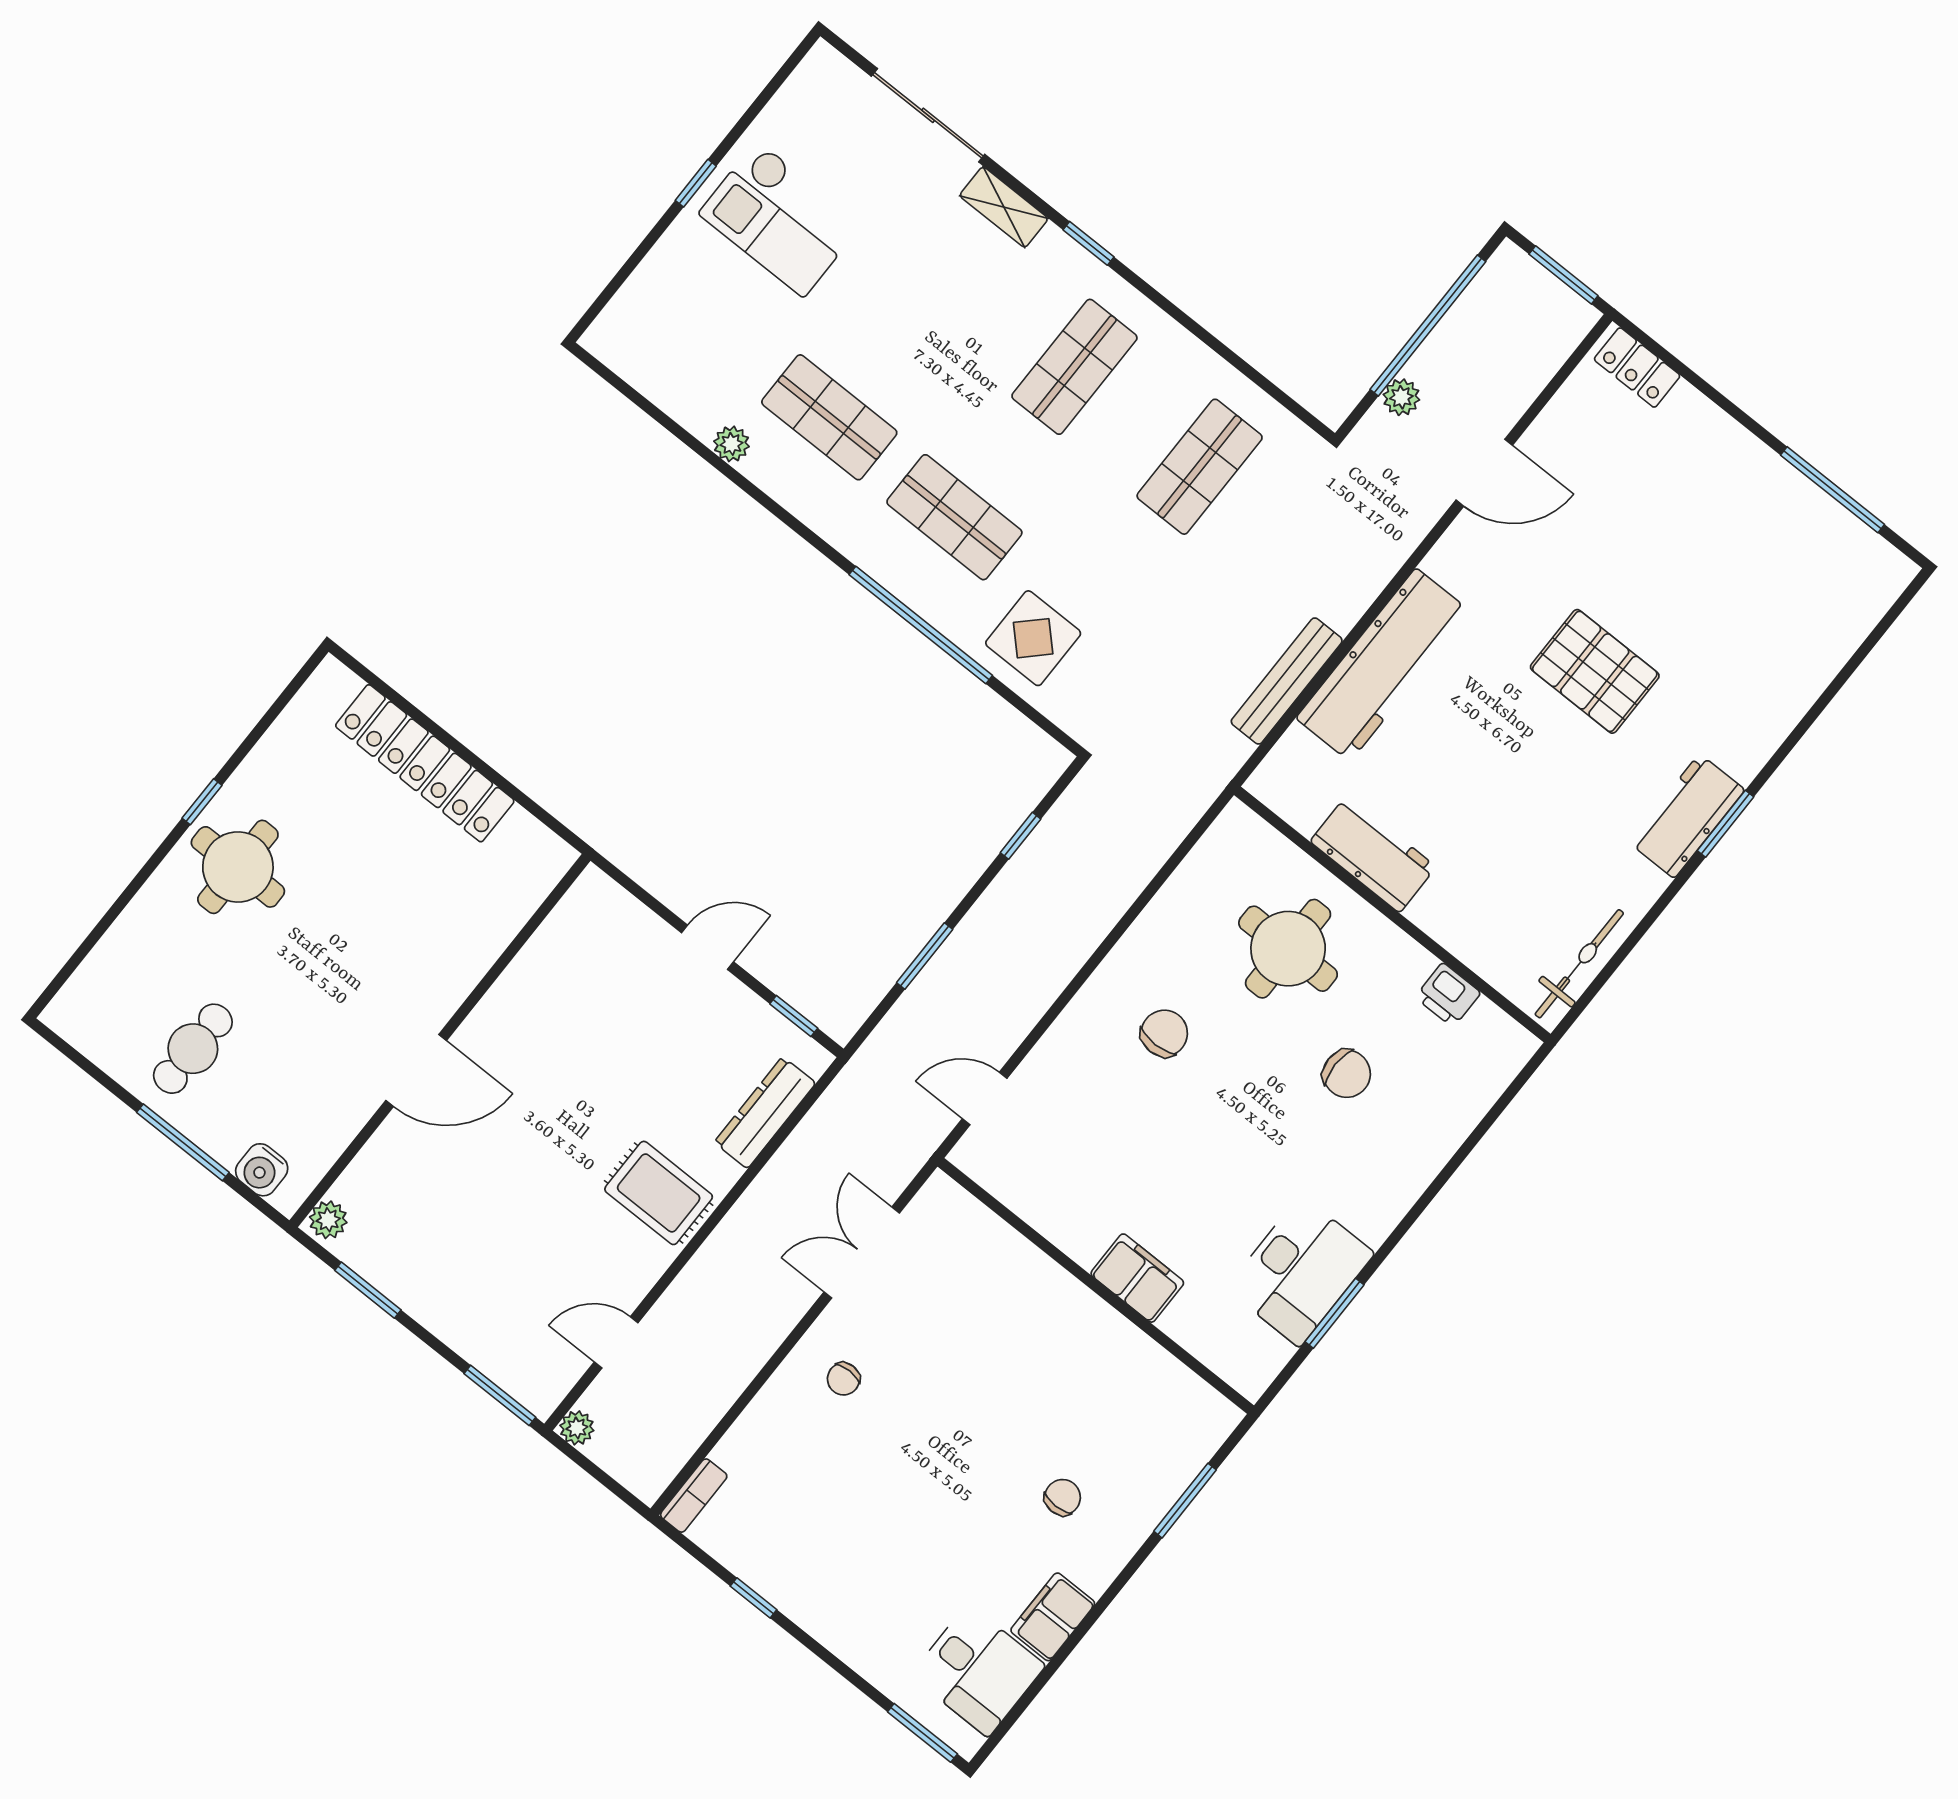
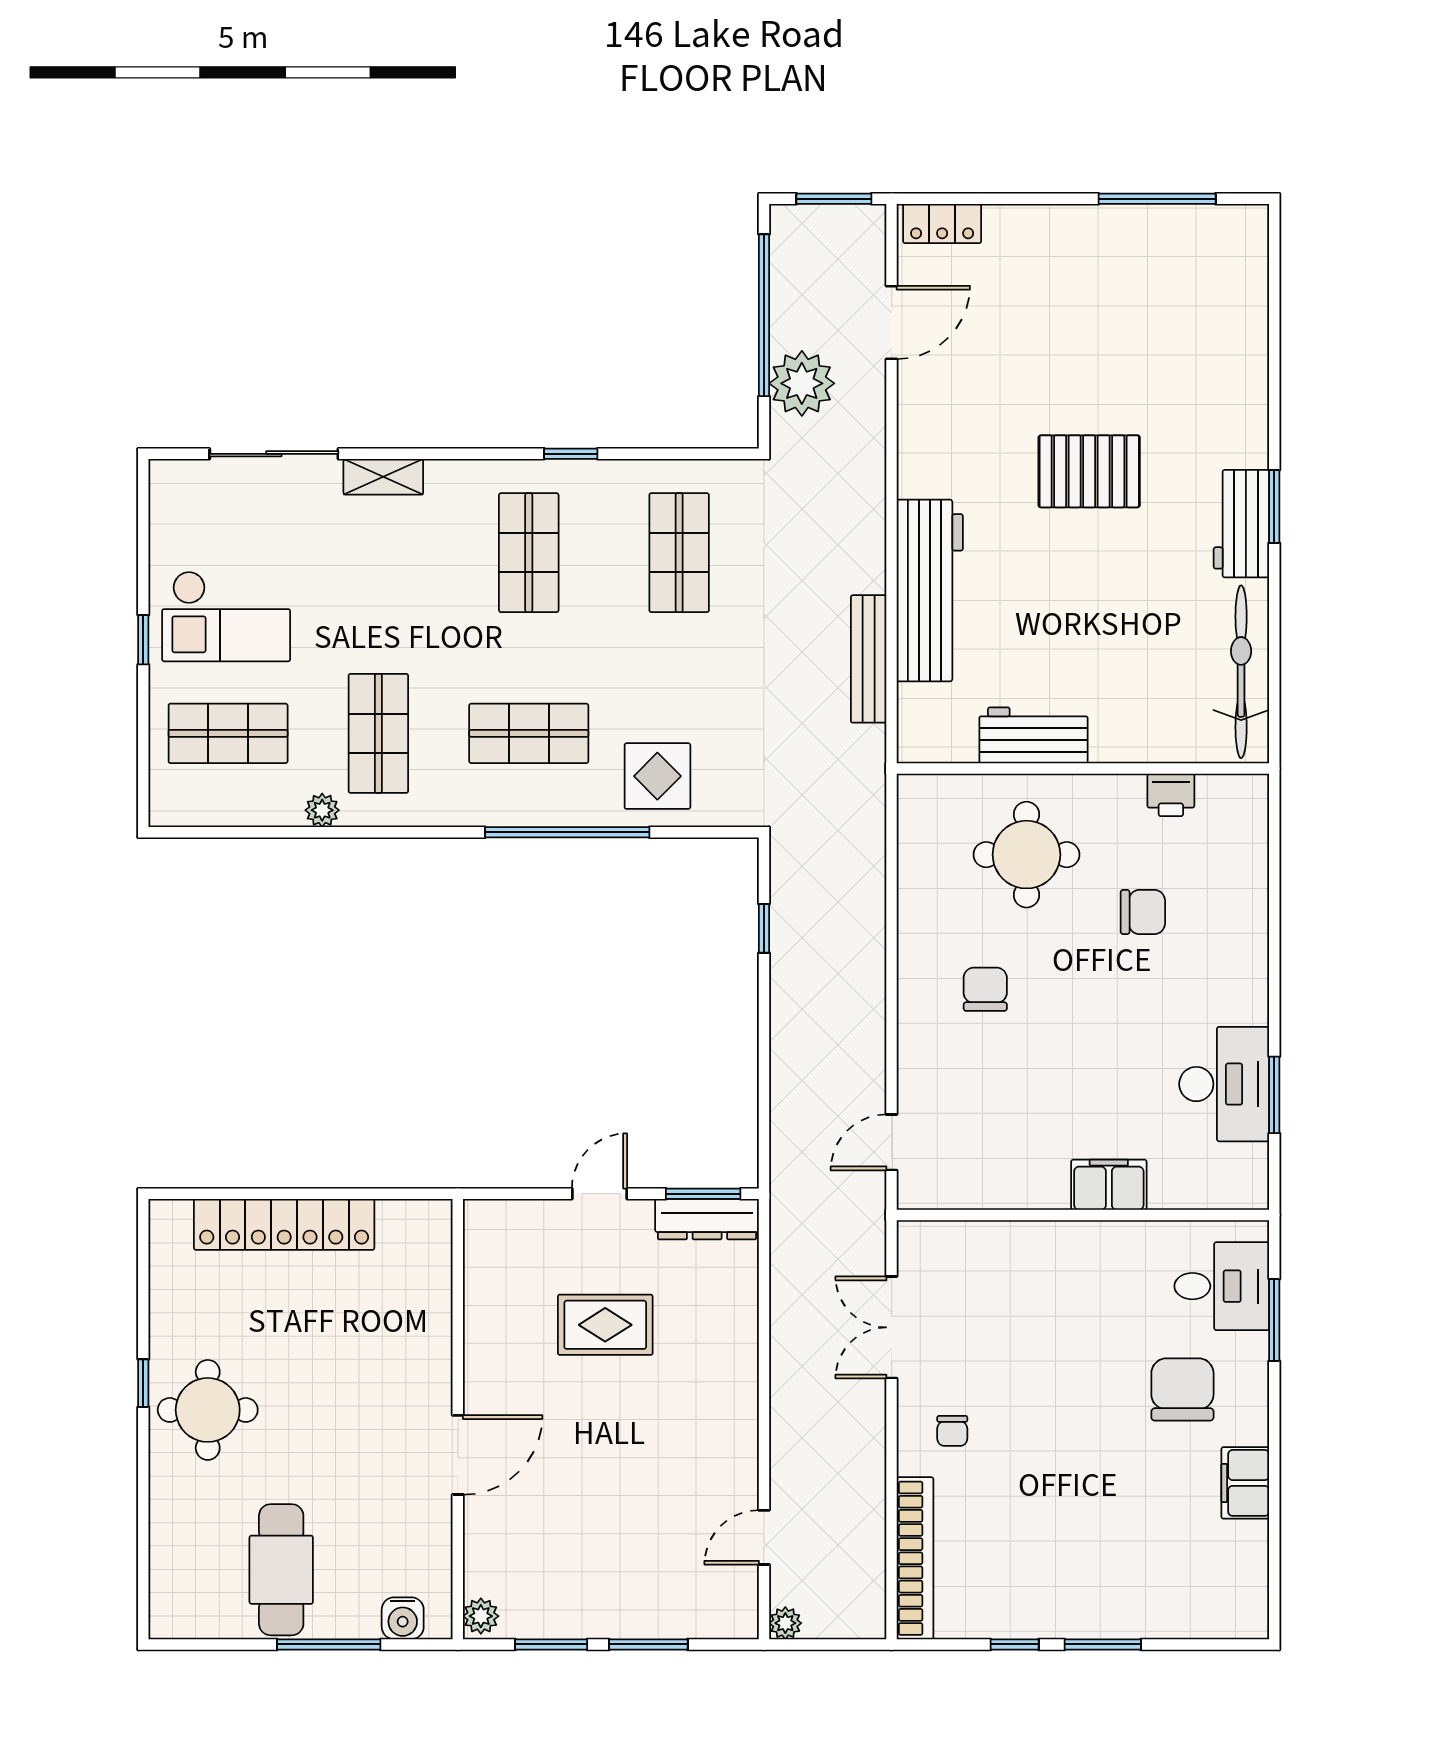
window: (1088, 243) -> (571, 454), moved
shop shelf: (704, 317) -> (228, 733), added
plant: (1401, 397) -> (802, 383), width x1.88, depth x1.88
shop shelf: (829, 417) -> (378, 733), turned 90
door: (1484, 473) -> (892, 322), moved
window: (925, 956) -> (764, 1073), removed
bicycle: (1579, 964) -> (1241, 672), width x1.37, depth x1.40
window: (794, 1016) -> (703, 1194), width x1.50
cafe table: (193, 1049) -> (281, 1570), width x1.37, depth x1.35
dresser: (765, 1113) -> (707, 1219), moved, turned -90
rug: (659, 1193) -> (605, 1325), moved
window: (500, 1395) -> (648, 1644), moved
bookcase: (694, 1496) -> (915, 1558), width x2.31, depth x1.31
chair: (1063, 1497) -> (1182, 1389), width x1.87, depth x1.87
desk: (978, 1670) -> (1222, 1286), moved
window: (922, 1733) -> (1103, 1644), moved

